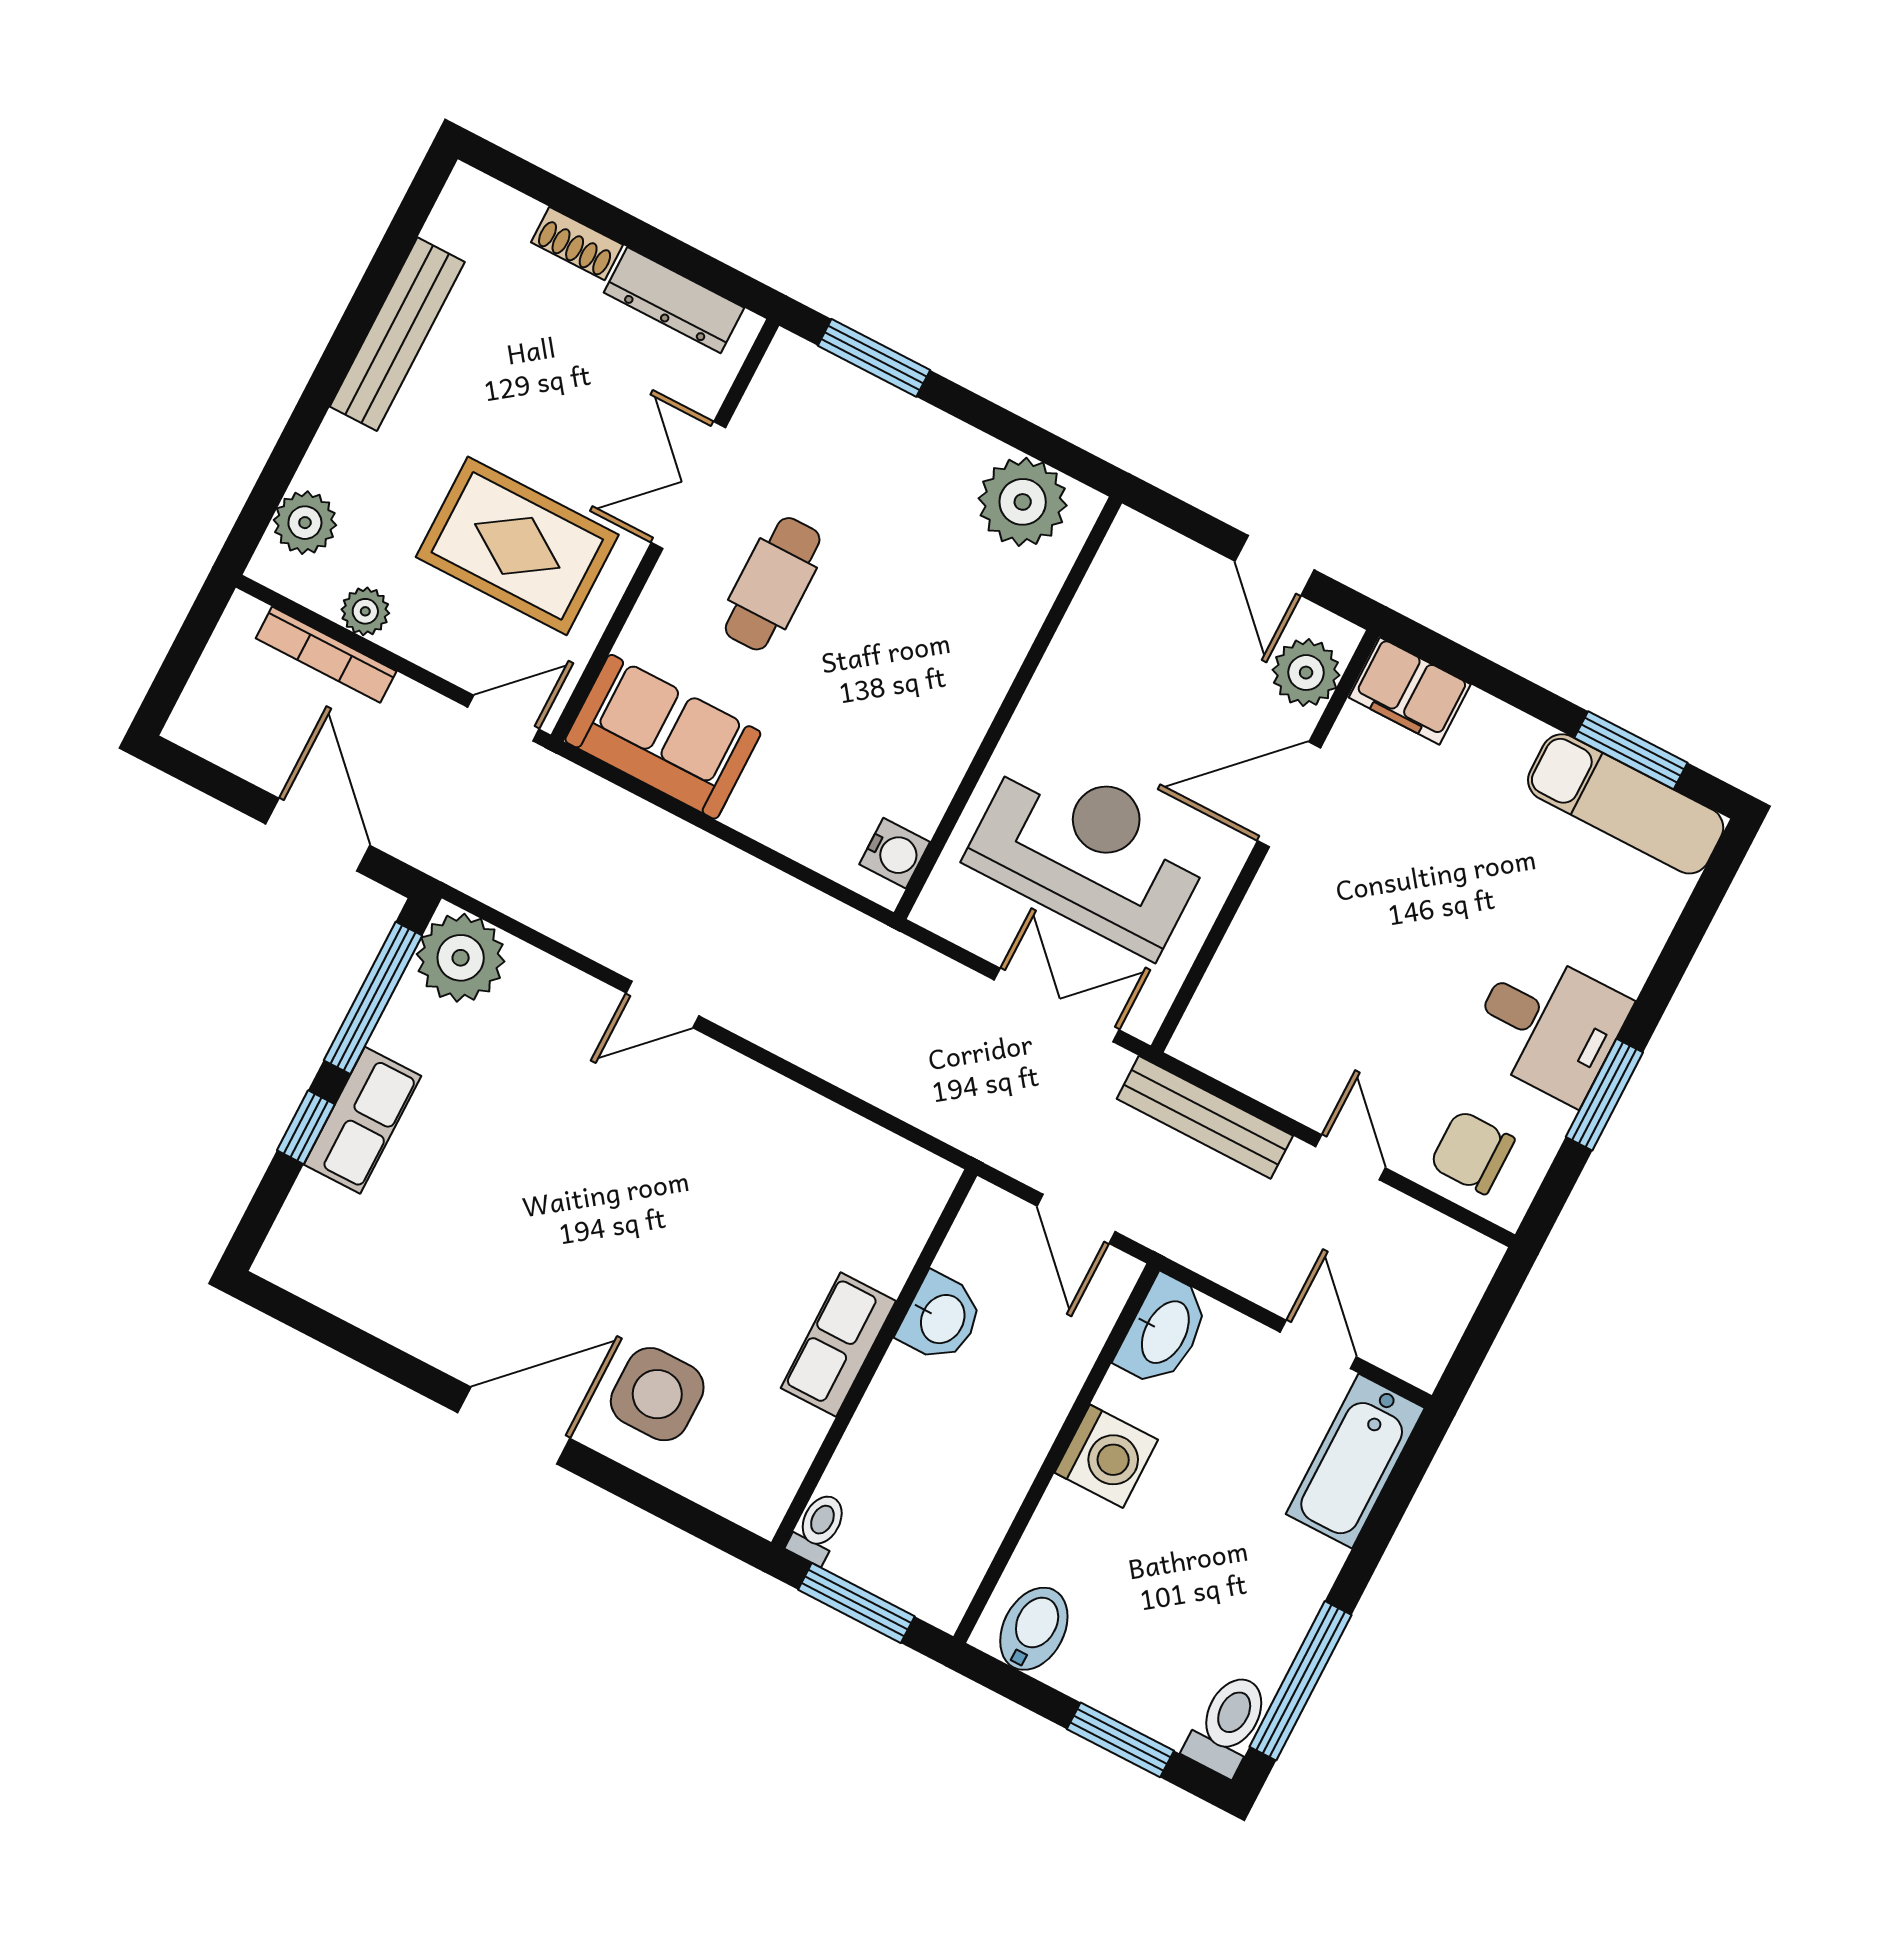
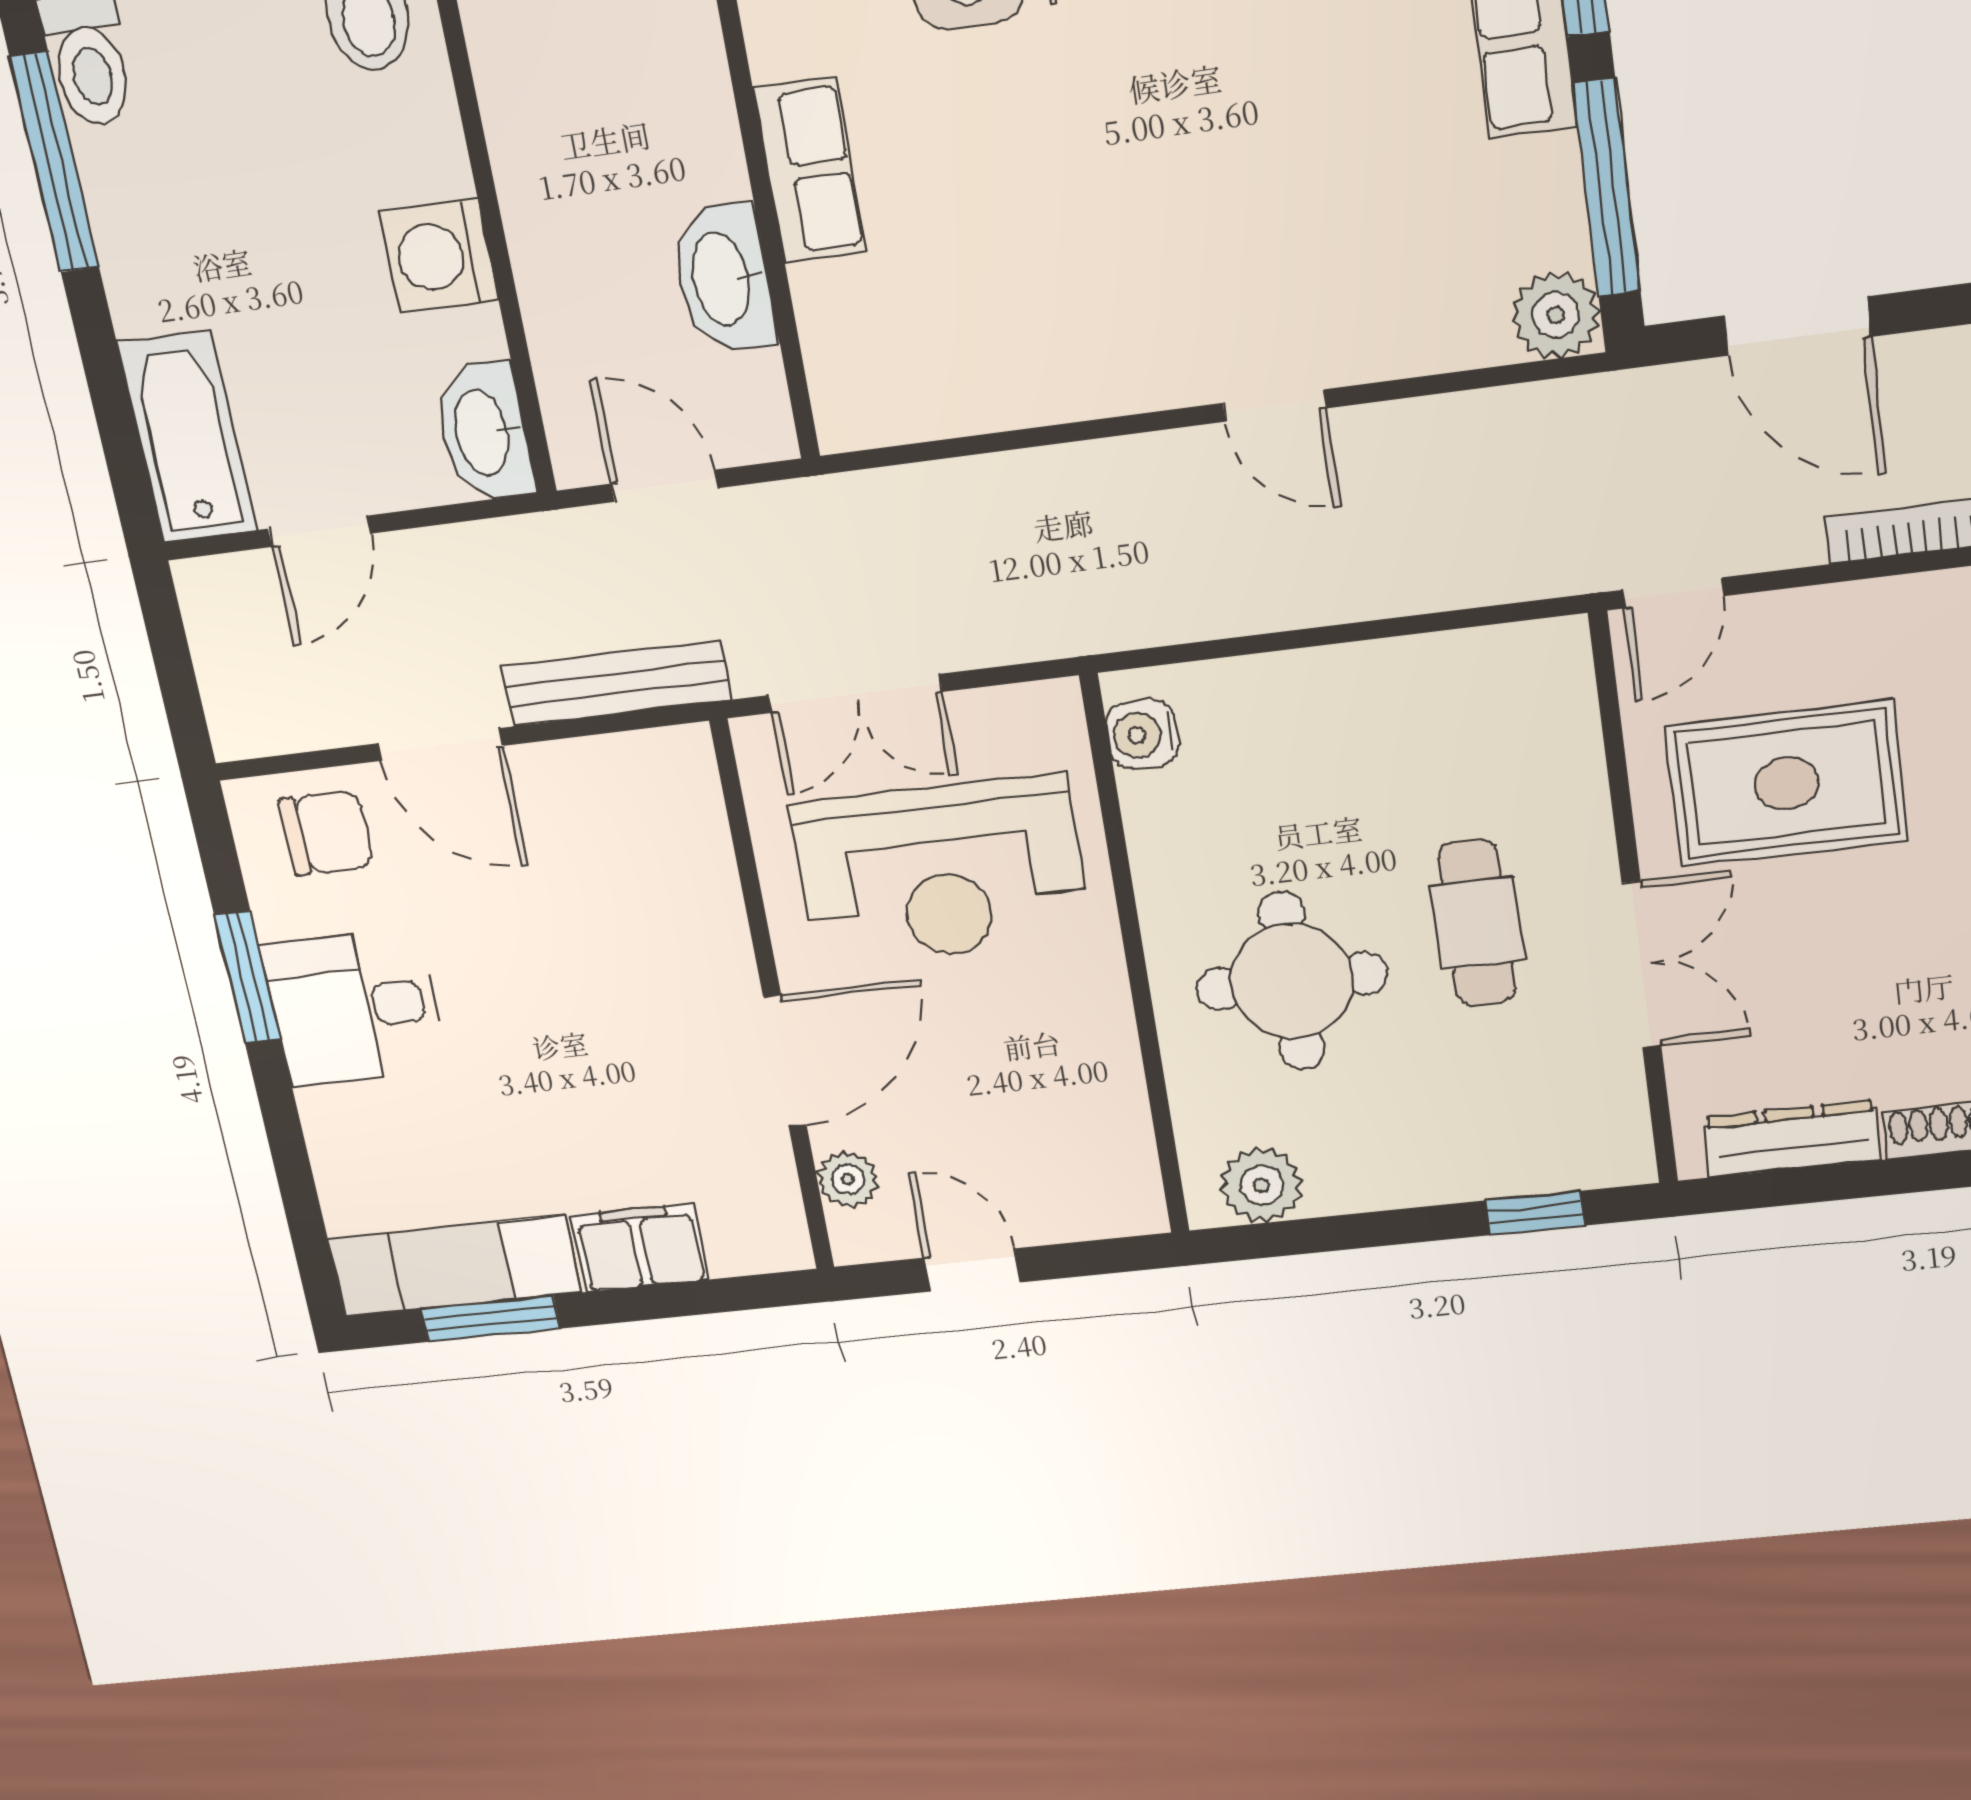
window: (874, 358) -> (1535, 1213), width x0.67
plant: (1023, 502) -> (1261, 1185), width x0.73, depth x0.73
plant: (365, 611) -> (1911, 605), removed
round table: (918, 624) -> (1292, 981), added
plant: (1306, 673) -> (848, 1179), width x0.73, depth x0.73
filing cabinet: (1410, 691) -> (640, 1248), moved
sofa: (663, 737) -> (1481, 690), removed
plant: (461, 958) -> (1556, 315), width x0.73, depth x0.73
door: (662, 1004) -> (1275, 406), swing flipped
door: (1351, 1157) -> (440, 745), width x1.38
washbasin: (941, 1318) -> (723, 279), width x1.38
door: (1318, 1344) -> (320, 531), hinge flipped

